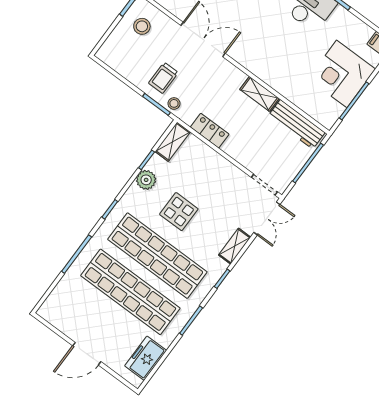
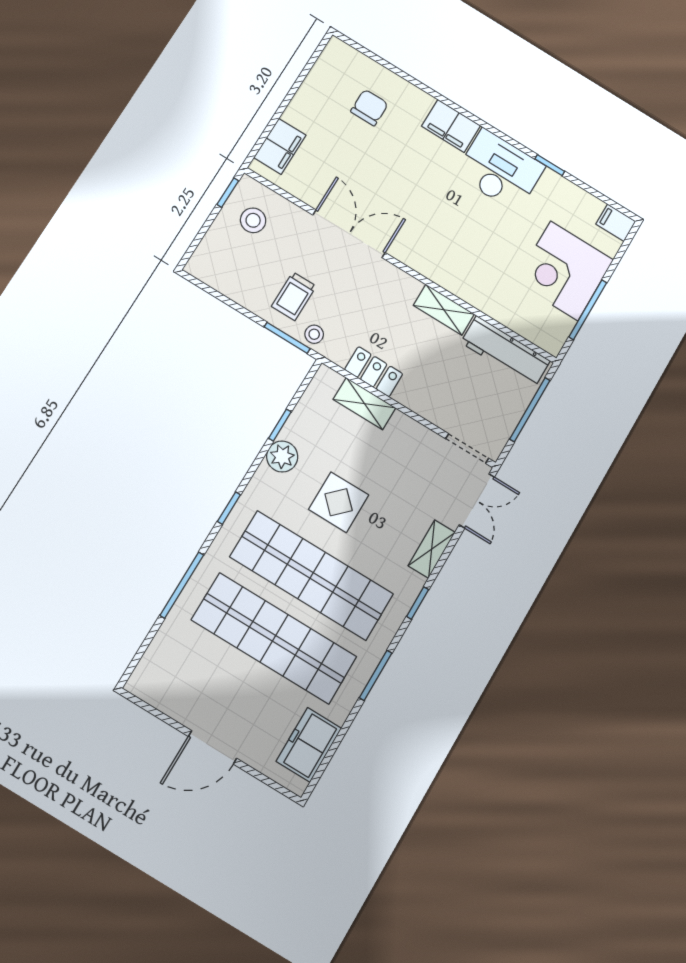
shelving: (173, 142) -> (364, 404), moved, turned 90

